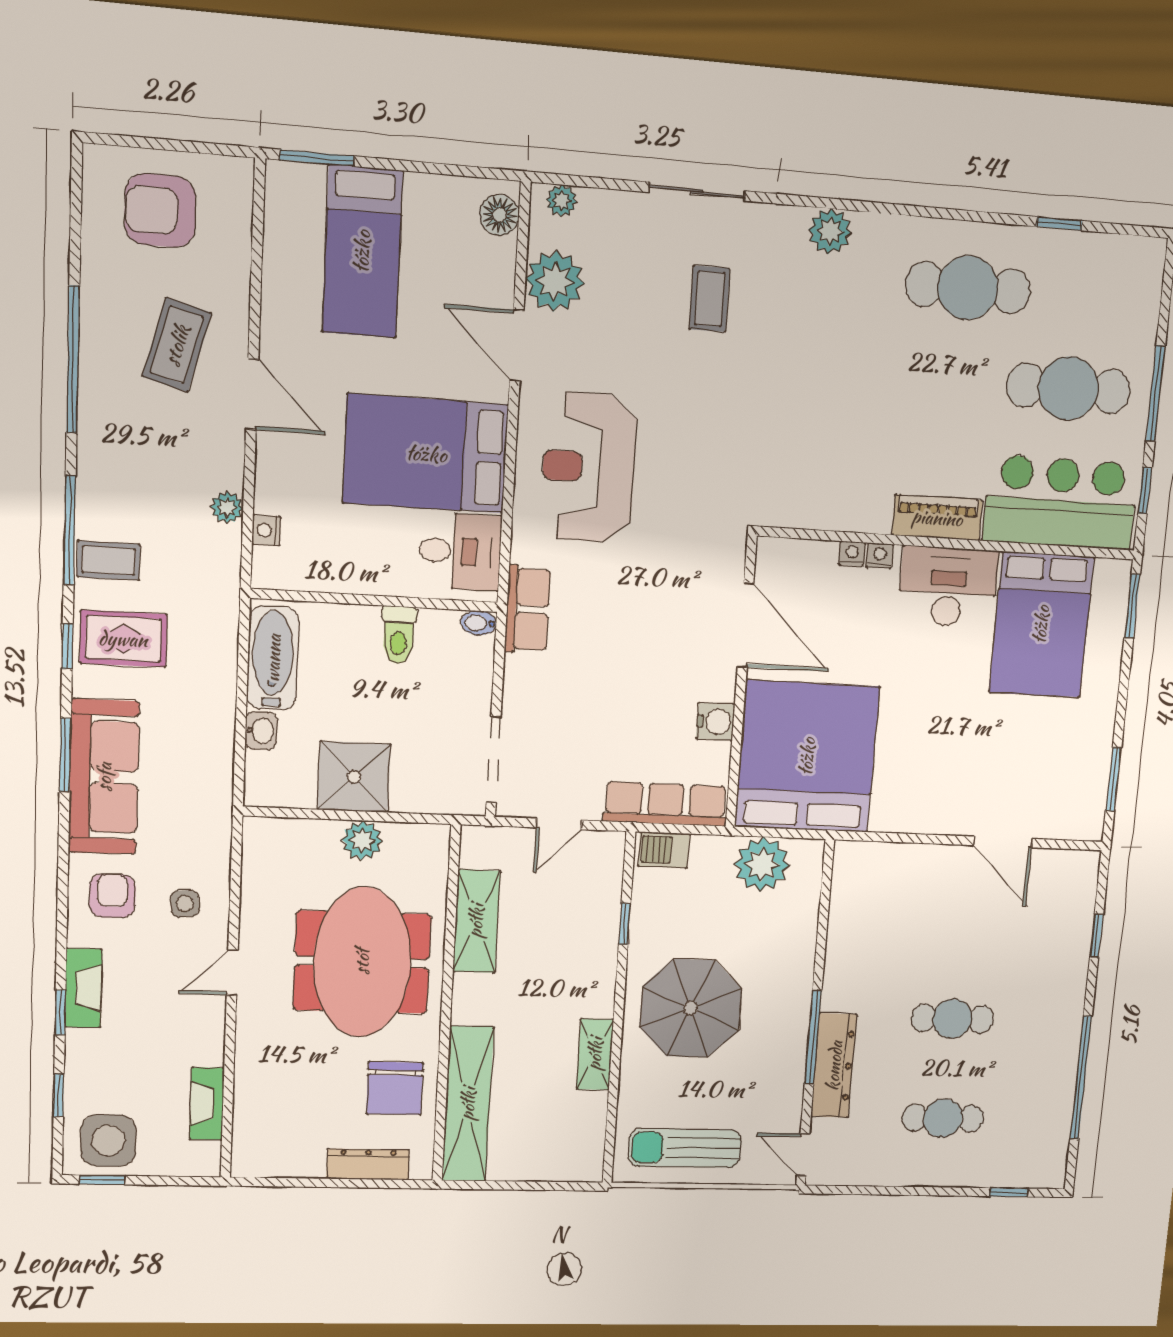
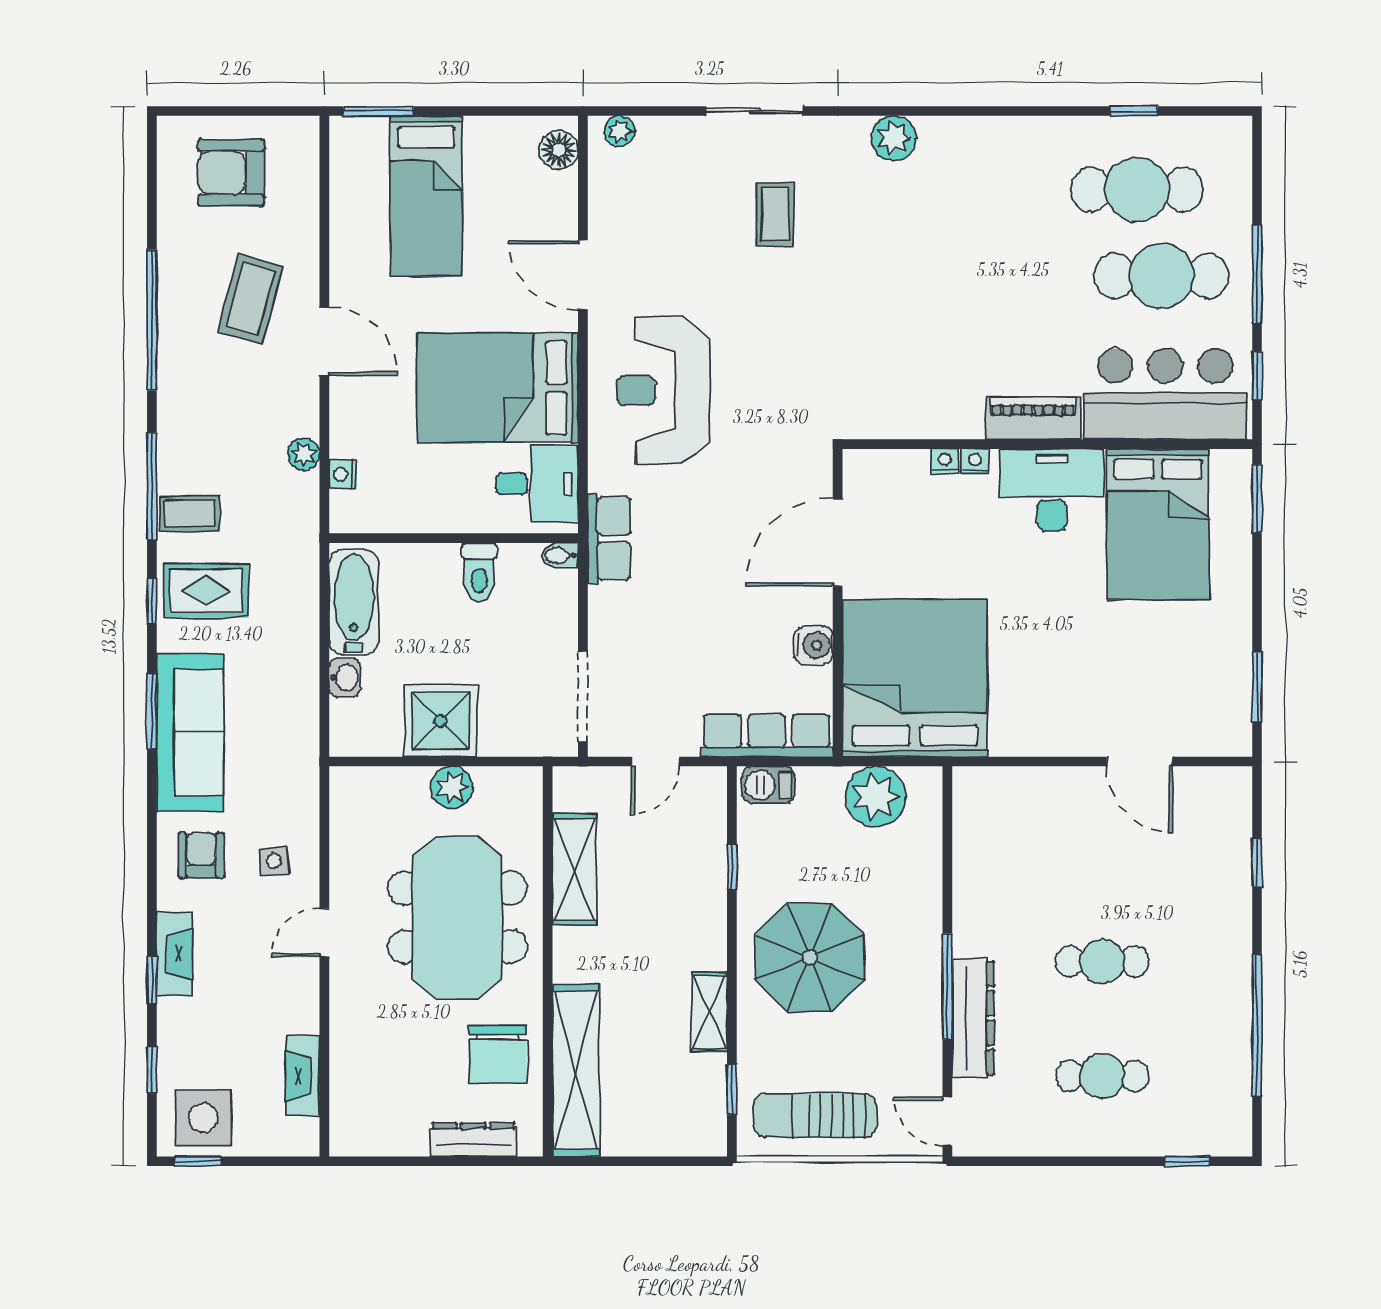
plant: (555, 281) -> (618, 209), removed
cafe table: (968, 288) -> (1137, 190), moved
door: (745, 625) -> (838, 542), swing flipped
window: (611, 1124) -> (732, 1089), added

